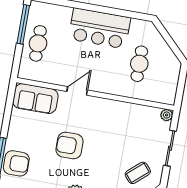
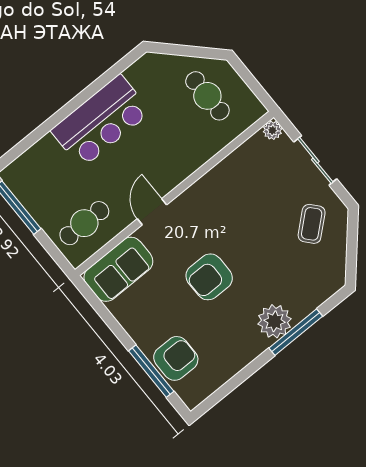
cafe table: (38, 43) -> (84, 223), moved, turned 90
cafe table: (139, 64) -> (207, 96), moved

